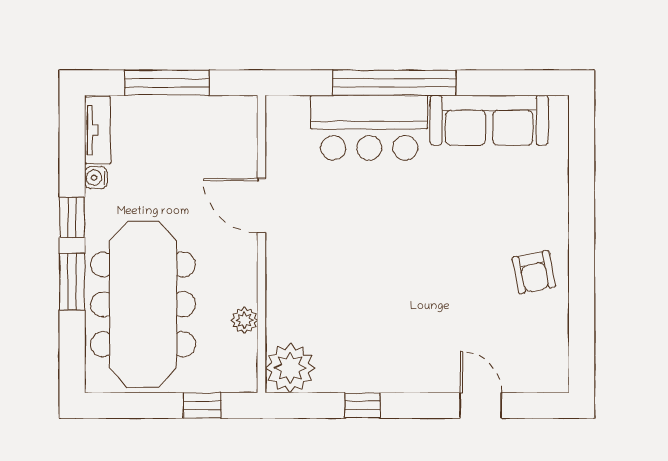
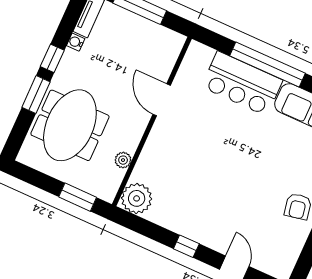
meeting table: (143, 304) -> (70, 125), width x0.73
window: (202, 405) -> (78, 197), width x1.50
window: (362, 405) -> (186, 246), moved

